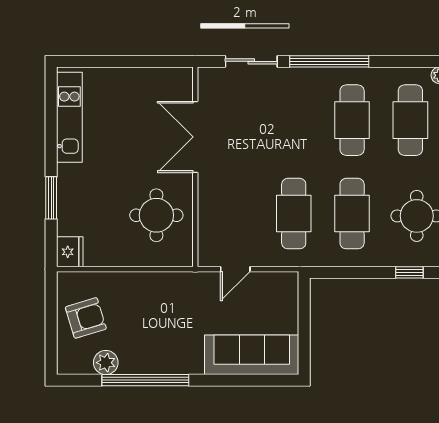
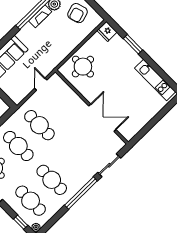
round table: (156, 215) -> (83, 67), moved
fireplace: (142, 365) -> (40, 16), added

